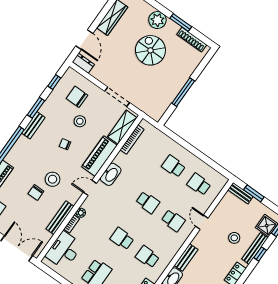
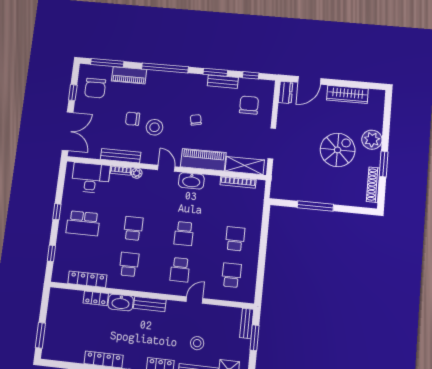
stool: (80, 121) -> (227, 121), removed
bench: (33, 125) -> (223, 82), moved

